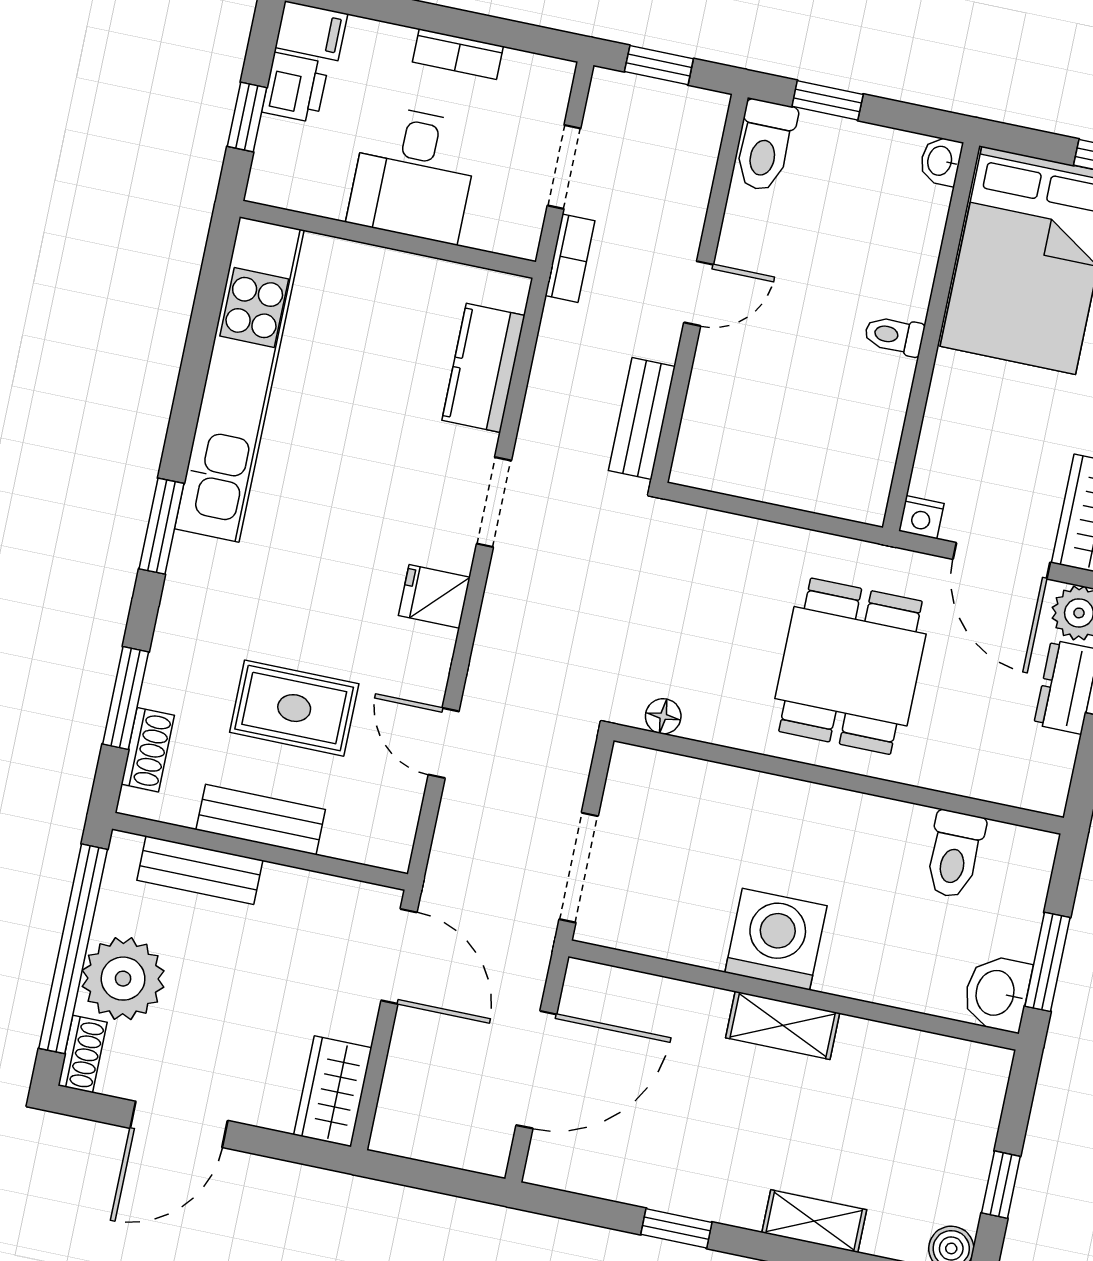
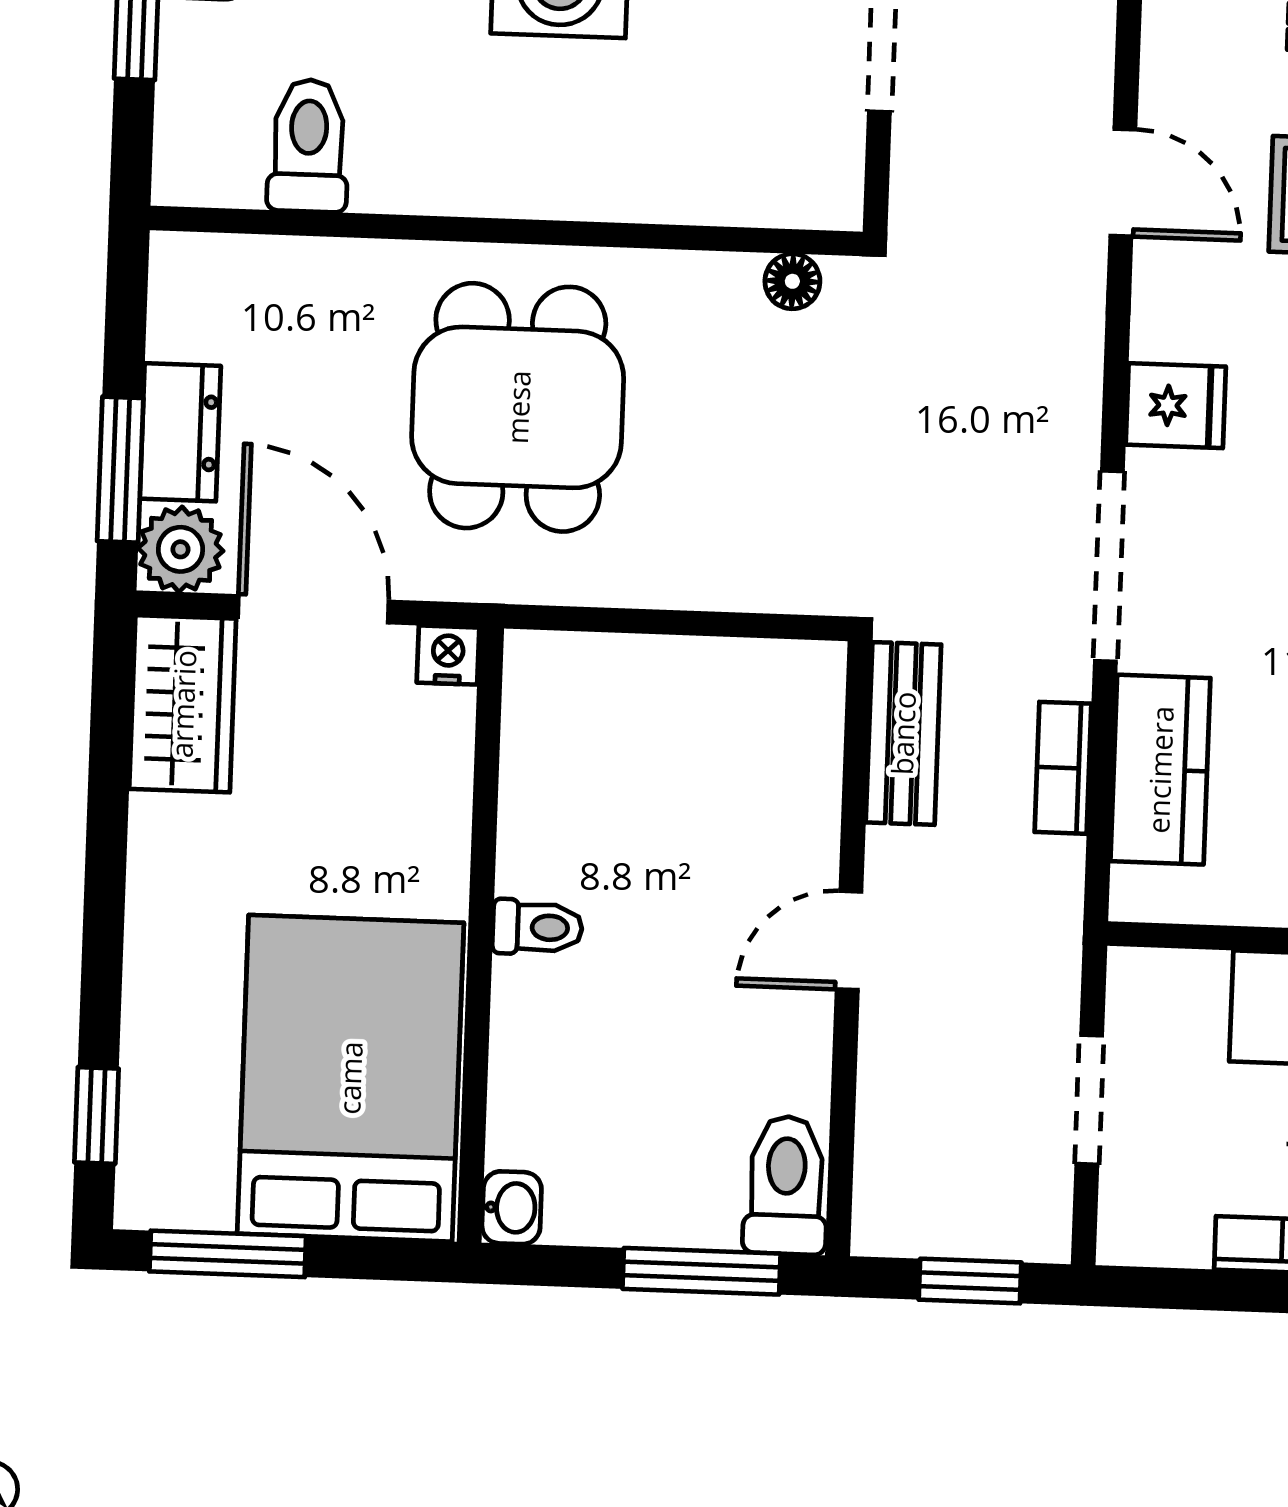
window: (828, 100) -> (702, 1271), width x1.50
bookcase: (570, 258) -> (1063, 768), moved
doorway: (494, 502) -> (1109, 566), width x1.38

